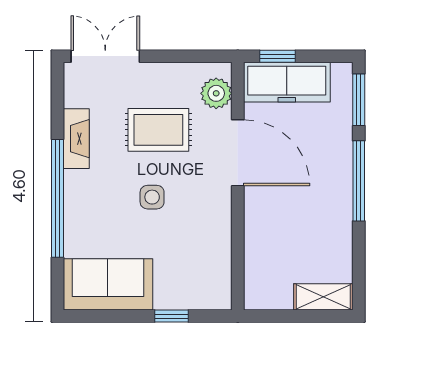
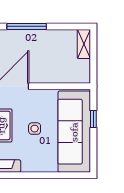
window: (58, 198) -> (35, 175), removed
sofa: (108, 284) -> (74, 132), width x1.85, depth x1.27

